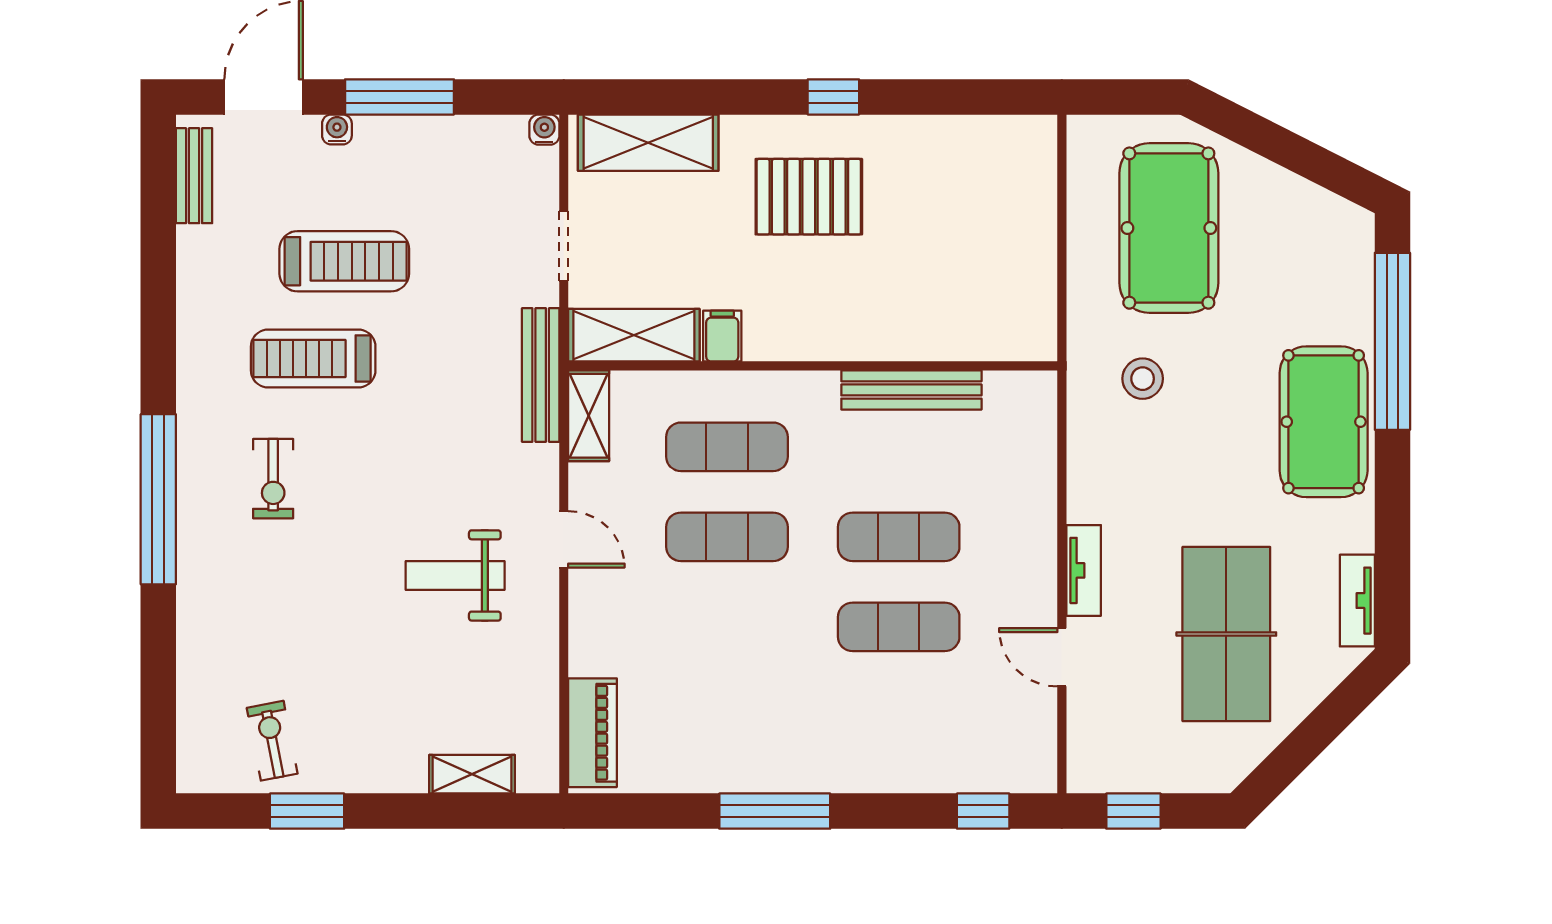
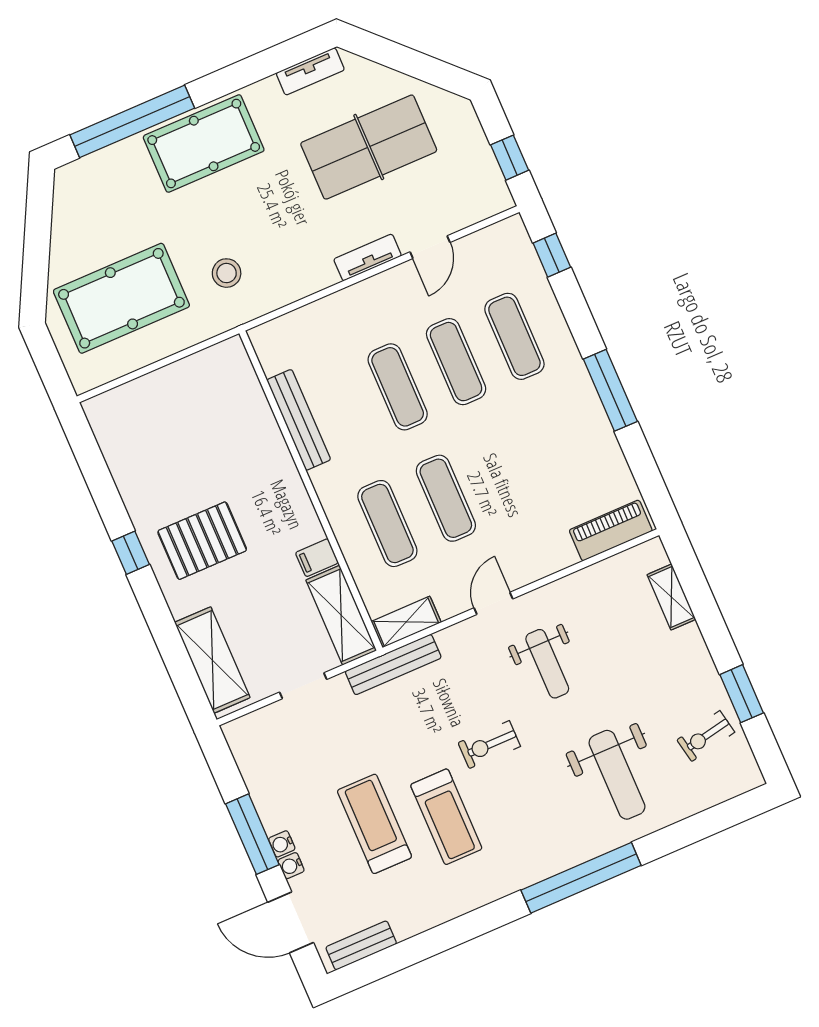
water cooler: (544, 130) -> (282, 844), moved
pallet: (809, 197) -> (202, 541), turned 90
exercise bike: (273, 479) -> (489, 745), moved, turned 180
weight bench: (272, 604) -> (617, 775), added
exercise mat: (899, 717) -> (514, 336), added

